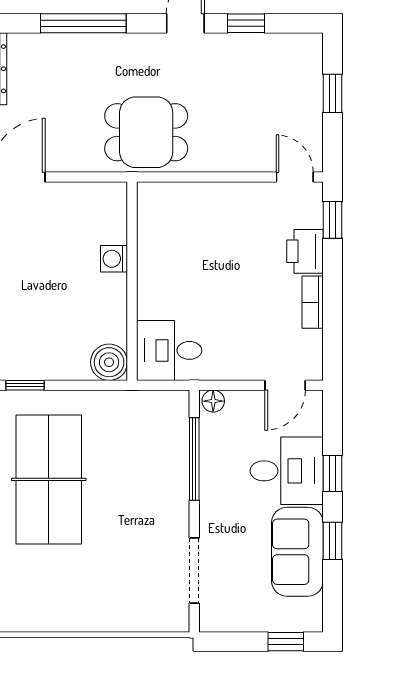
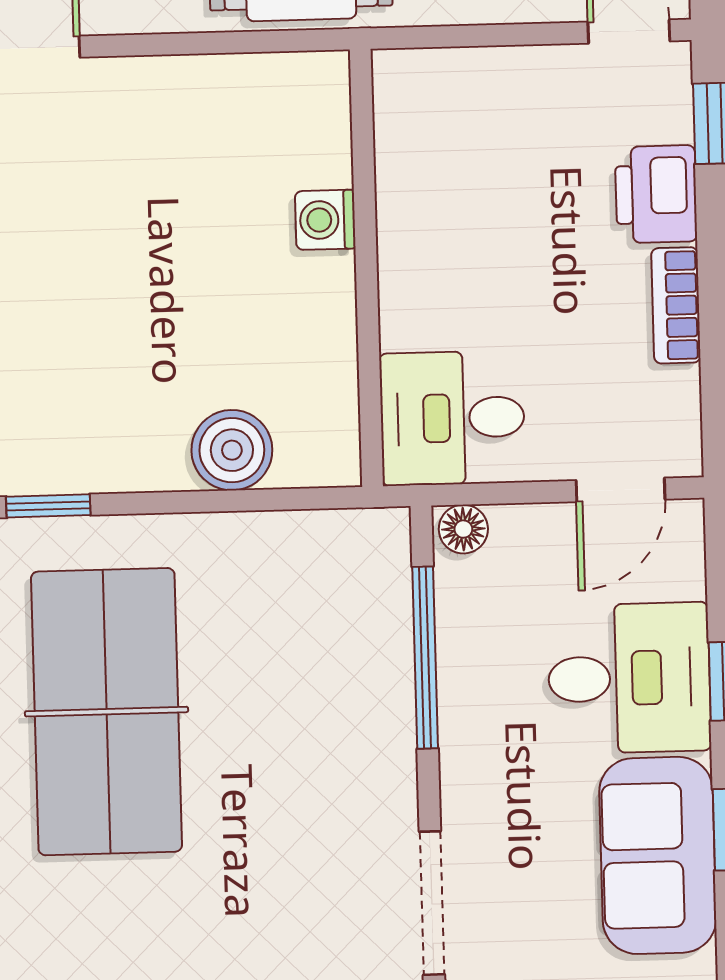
washing machine: (114, 259) -> (325, 220), moved
wall: (132, 281) -> (366, 268), moved
desk: (169, 350) -> (452, 418), moved

